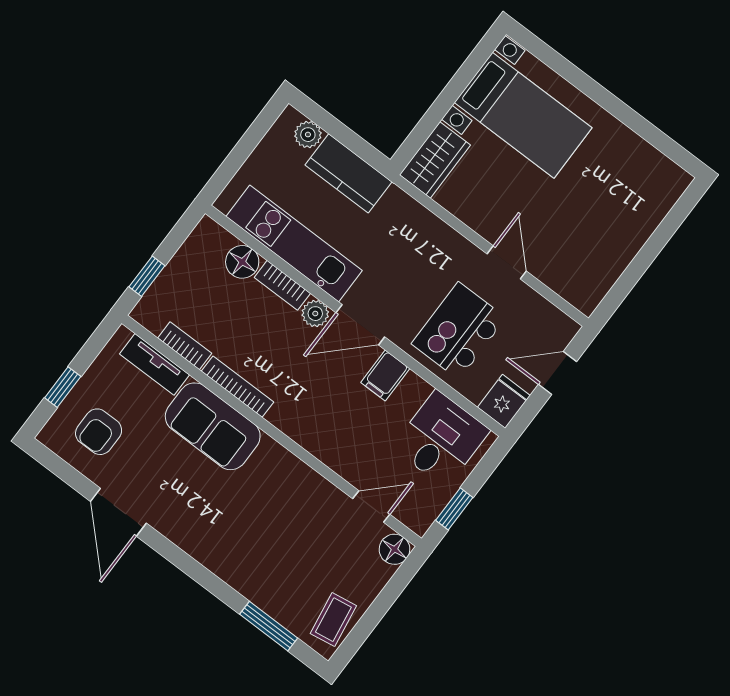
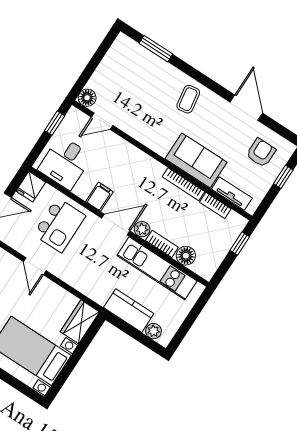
coffee table: (333, 620) -> (188, 99), moved

